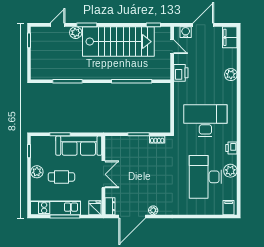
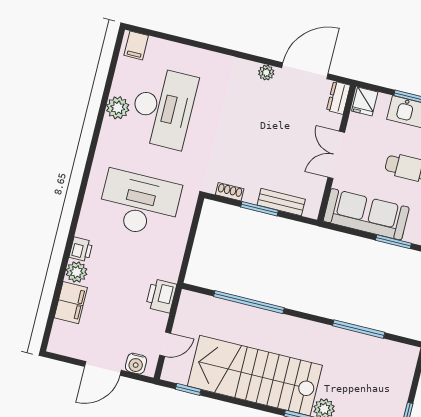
filing cabinet: (230, 37) -> (71, 303), moved
door: (172, 47) -> (165, 344), swing flipped
desk: (205, 121) -> (139, 204), turned 180
bench: (127, 141) -> (281, 202), added
printer: (231, 148) -> (81, 249), moved

